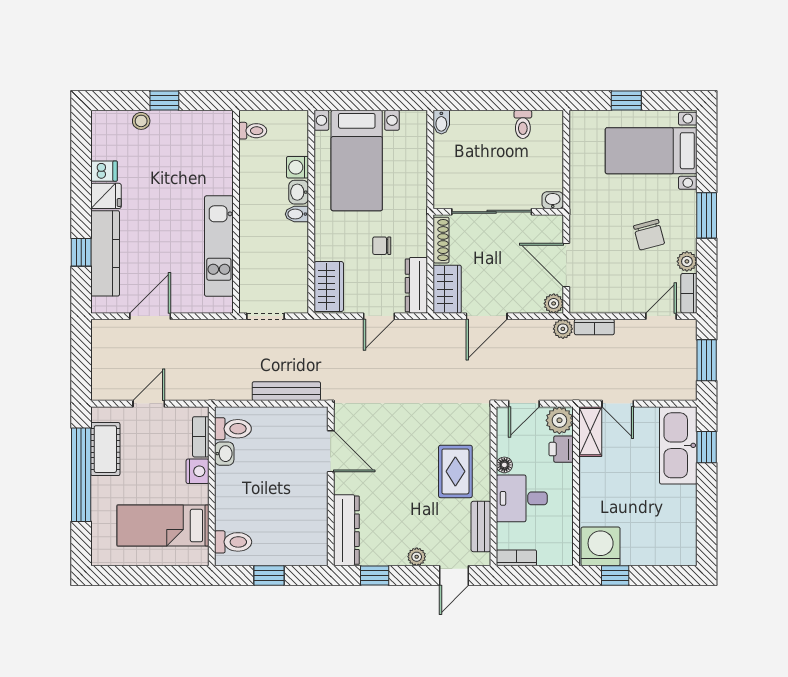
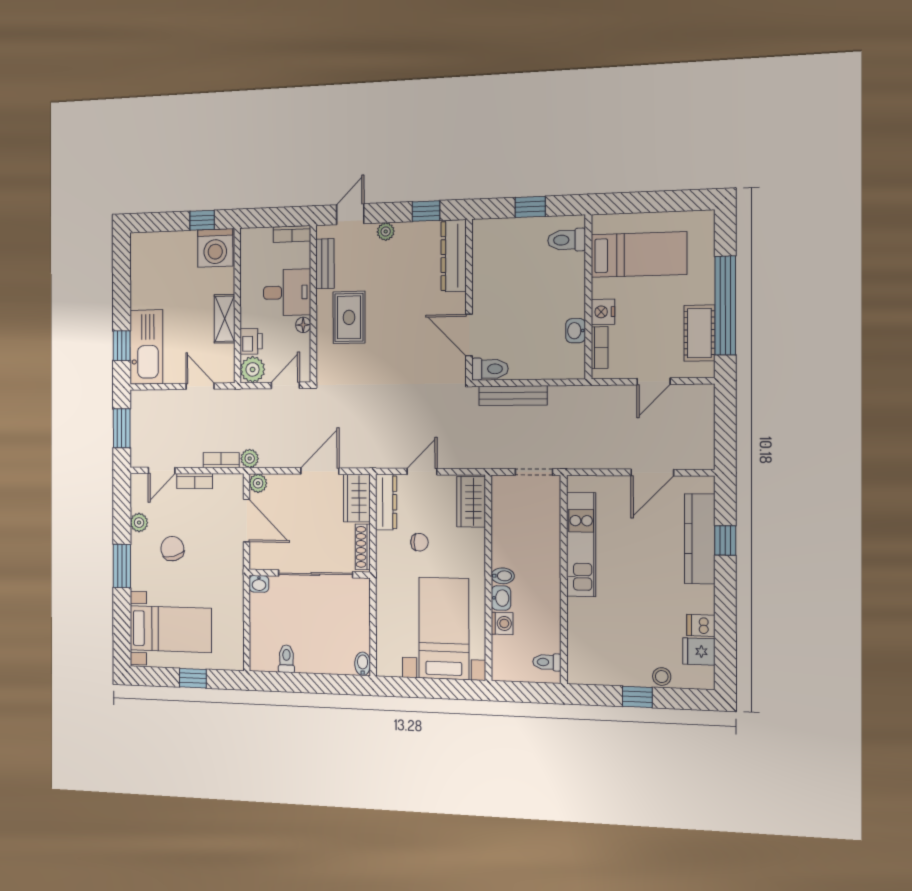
fridge: (106, 196) -> (699, 651), moved
bookcase: (689, 293) -> (195, 481), moved, turned 90
toilet: (233, 429) -> (490, 369), moved, turned 180
shelving: (590, 432) -> (225, 319), moved

